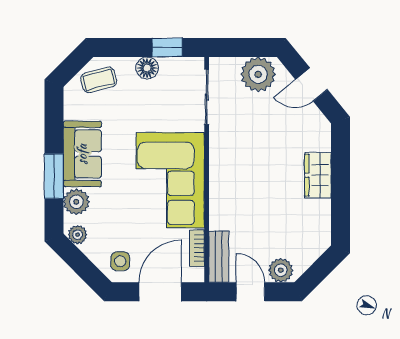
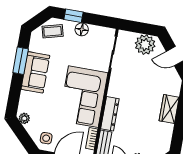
window: (167, 47) -> (74, 16), moved
window: (54, 176) -> (21, 61), moved
dresser: (220, 201) -> (110, 114), added
plant: (76, 202) -> (27, 99), removed

